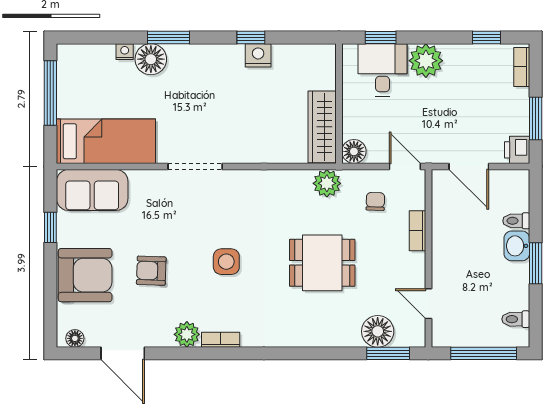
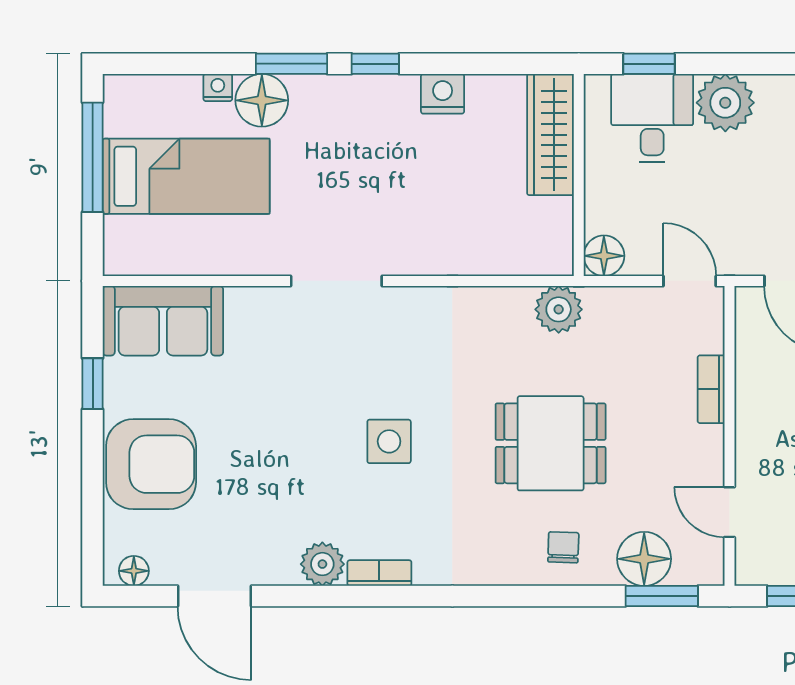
window: (251, 37) -> (375, 64), moved
wardrobe: (322, 127) -> (550, 135), moved
bed: (106, 141) -> (186, 176), moved
chair: (375, 201) -> (563, 547), moved
armchair: (151, 271) -> (263, 457), removed

